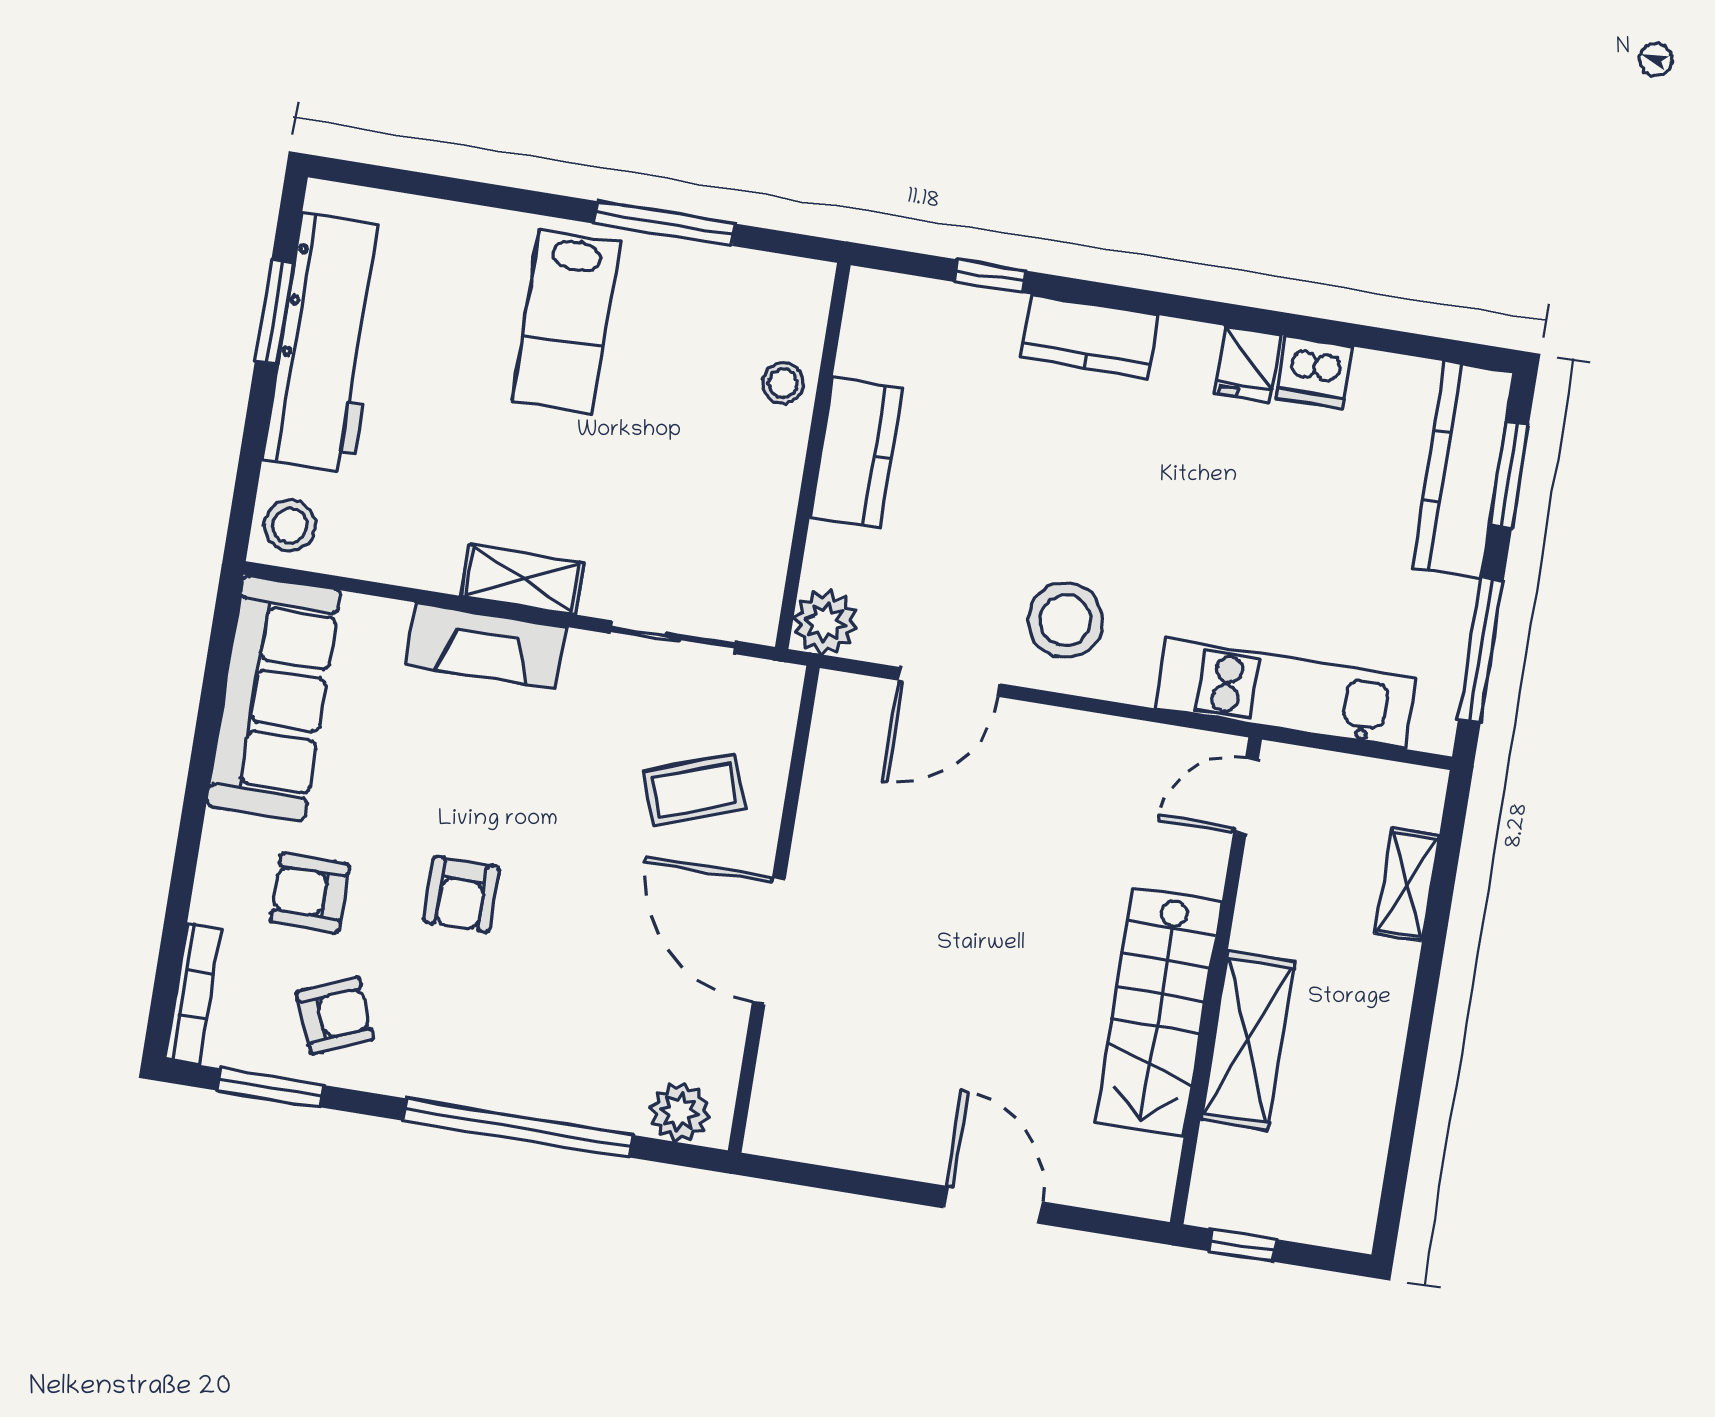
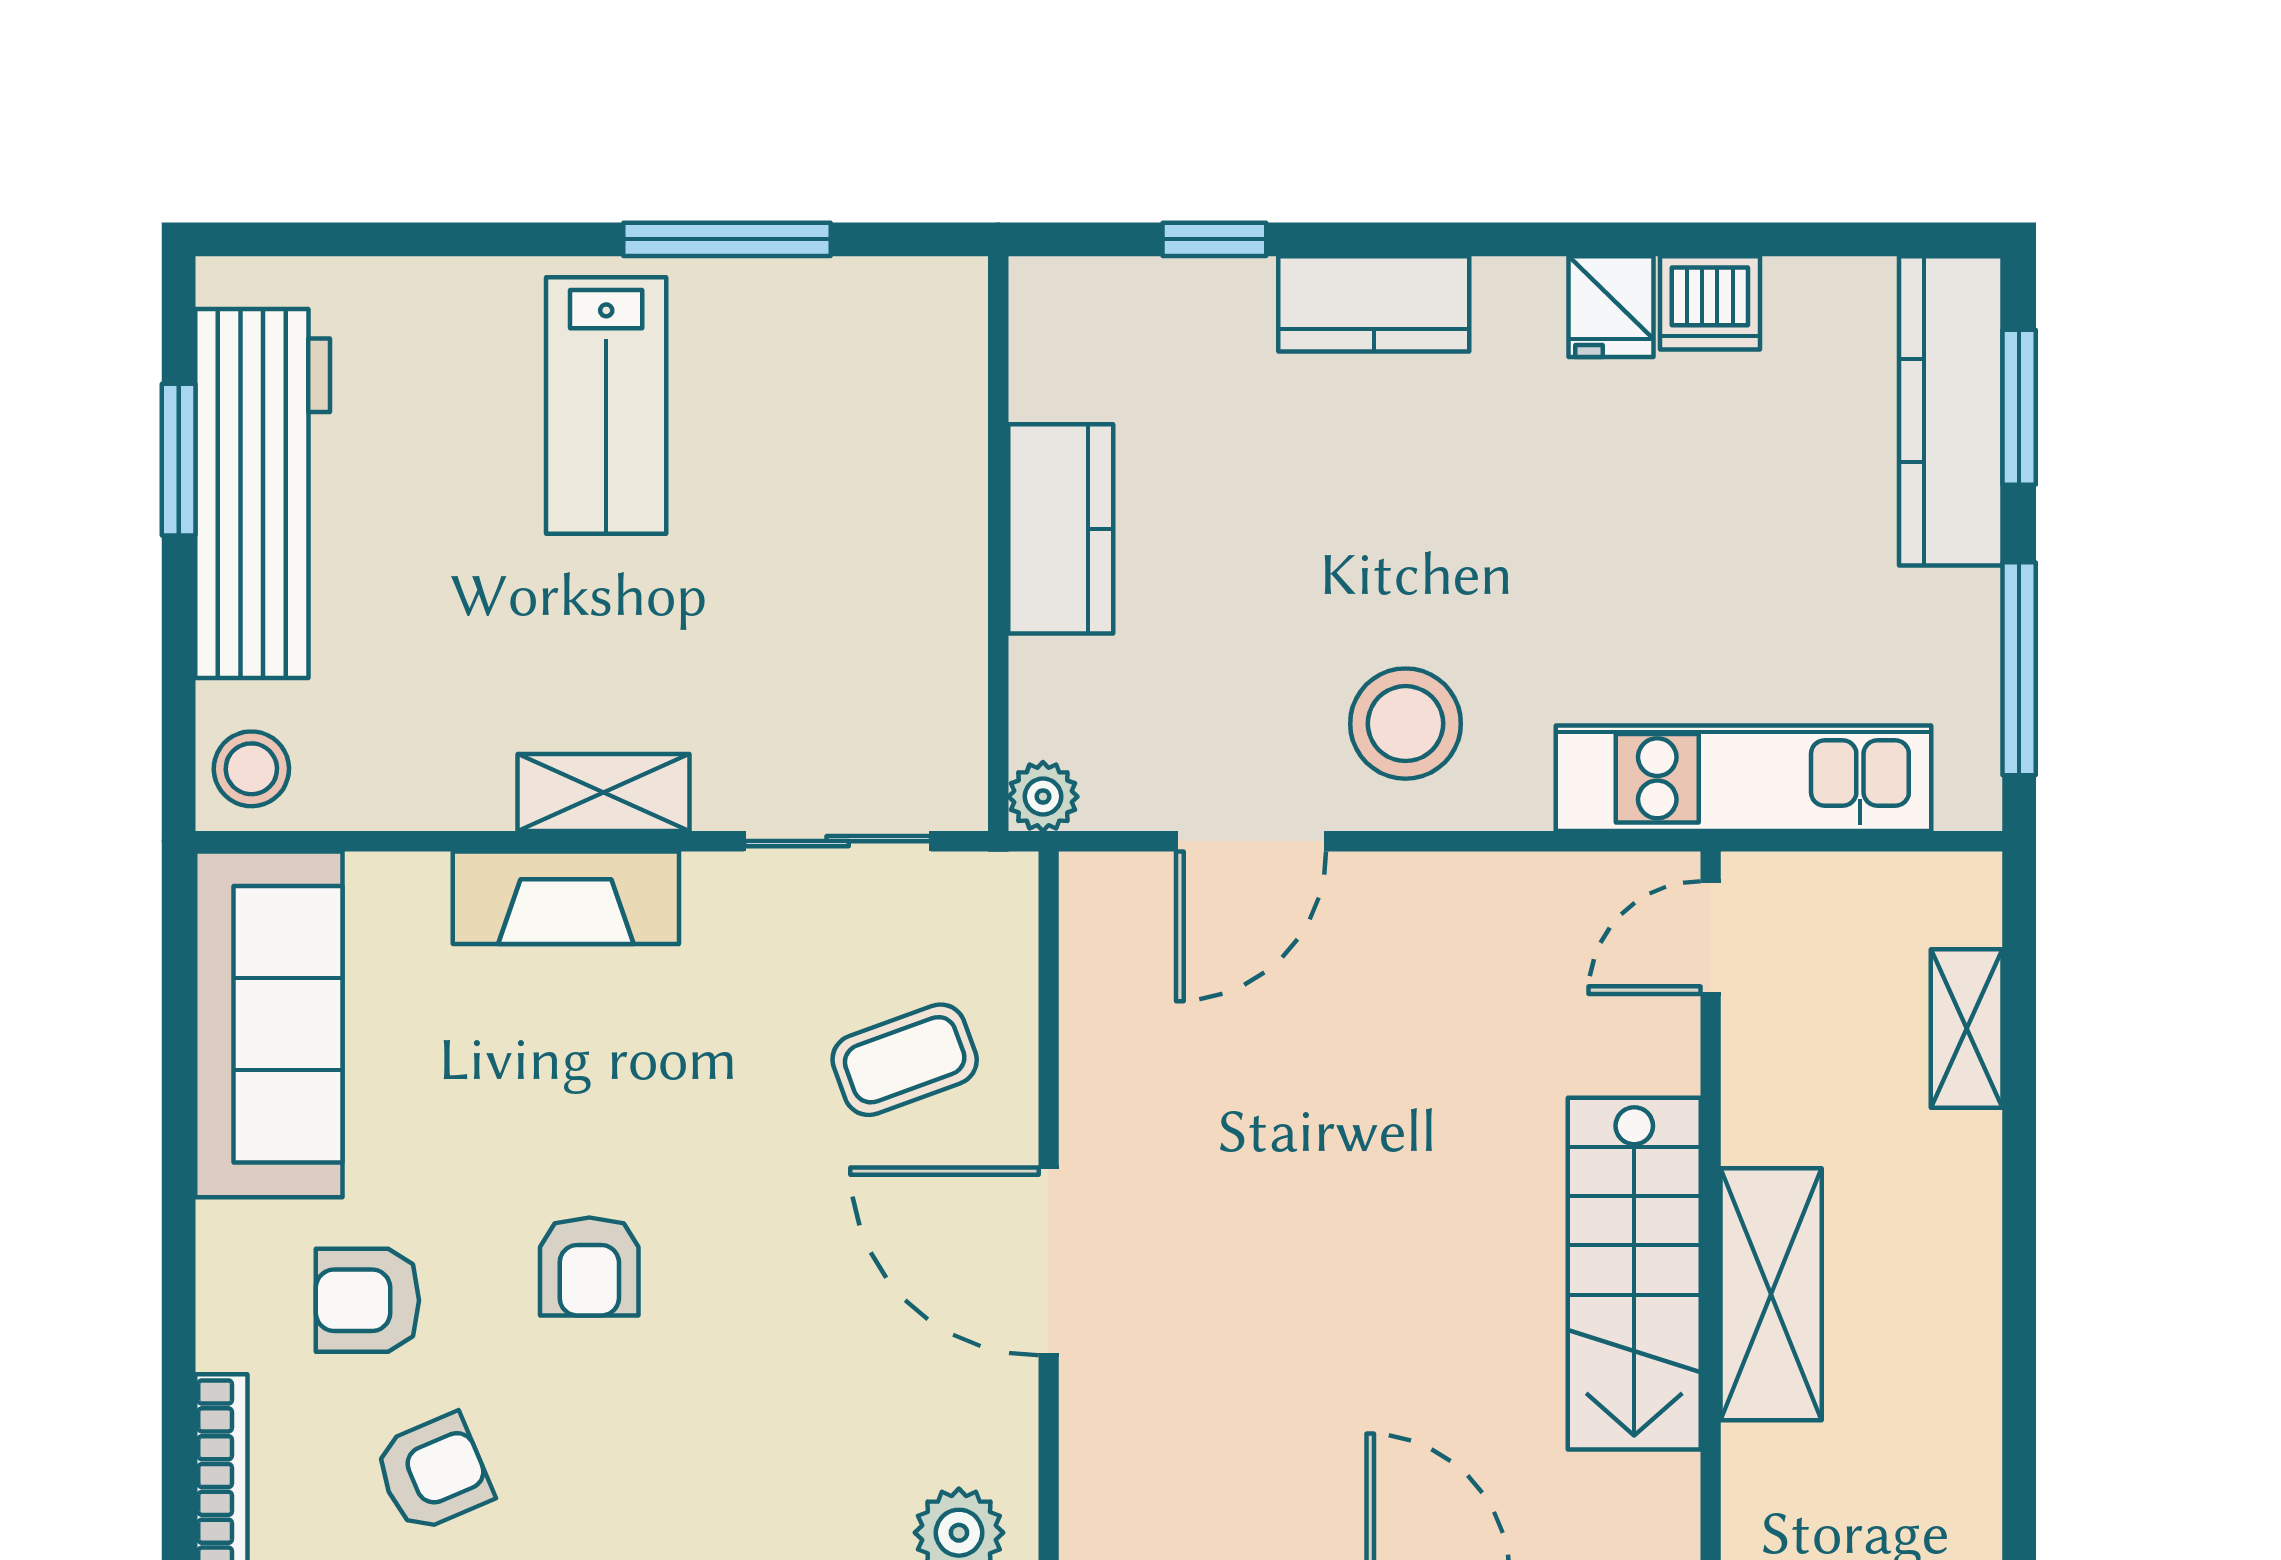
stool: (783, 383) -> (938, 445), removed
plant: (825, 622) -> (1043, 797), width x0.73, depth x0.73

